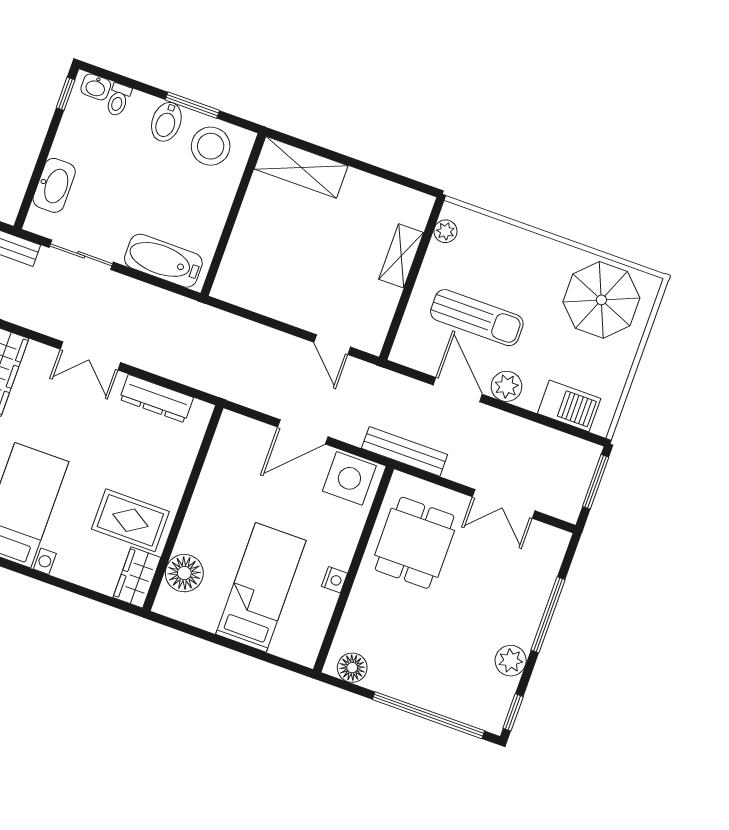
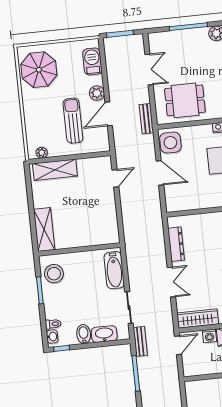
bidet: (166, 122) -> (84, 334), moved, turned -90
shelving: (401, 256) -> (55, 170), width x1.50, depth x1.33
bench: (405, 451) -> (146, 119), width x0.73

